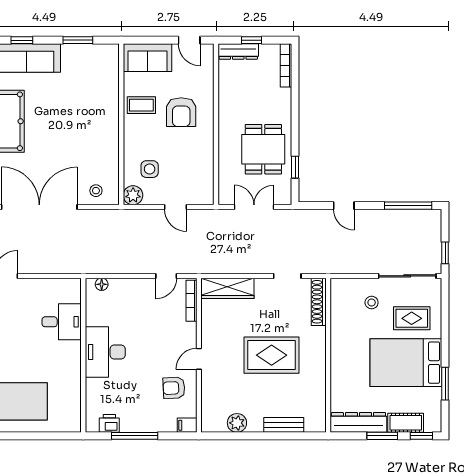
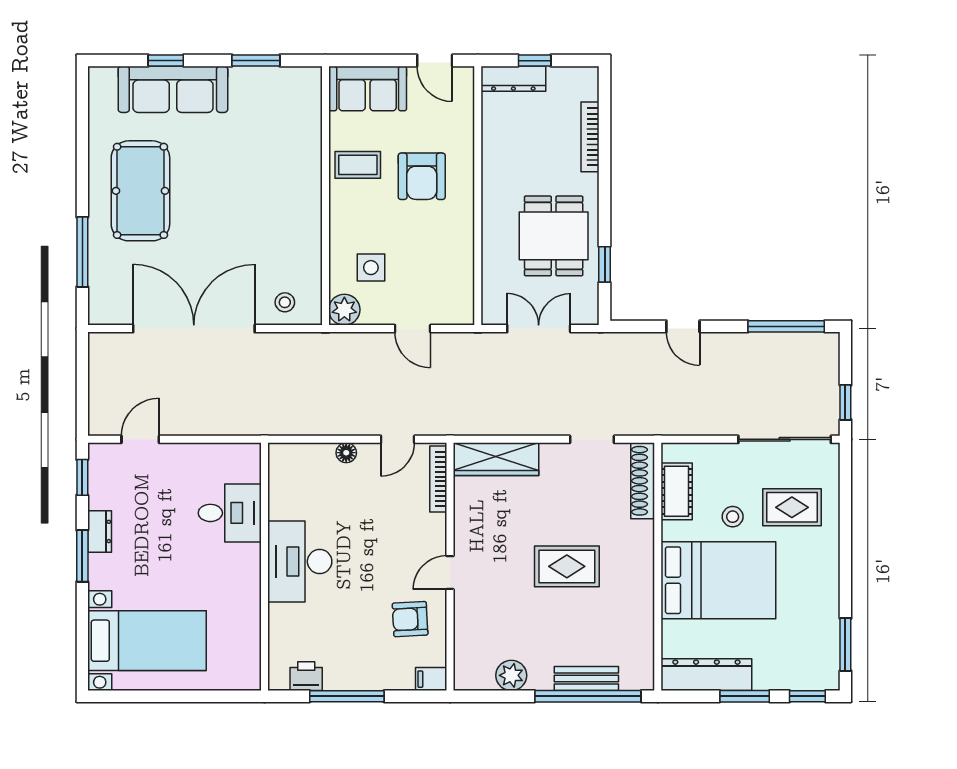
bookcase: (286, 65) -> (590, 137), moved
floor lamp: (102, 284) -> (346, 453), moved
stool: (372, 303) -> (733, 517), moved
rug: (272, 355) -> (567, 566), width x0.73, depth x0.70
bed: (406, 363) -> (718, 580), moved, turned 180
window: (445, 384) -> (845, 645), moved
cot: (406, 423) -> (677, 491), moved, turned 90
window: (285, 436) -> (588, 696), added

